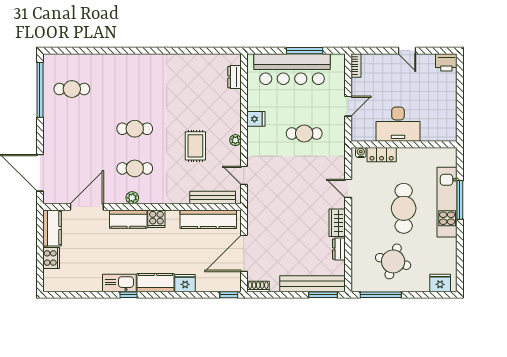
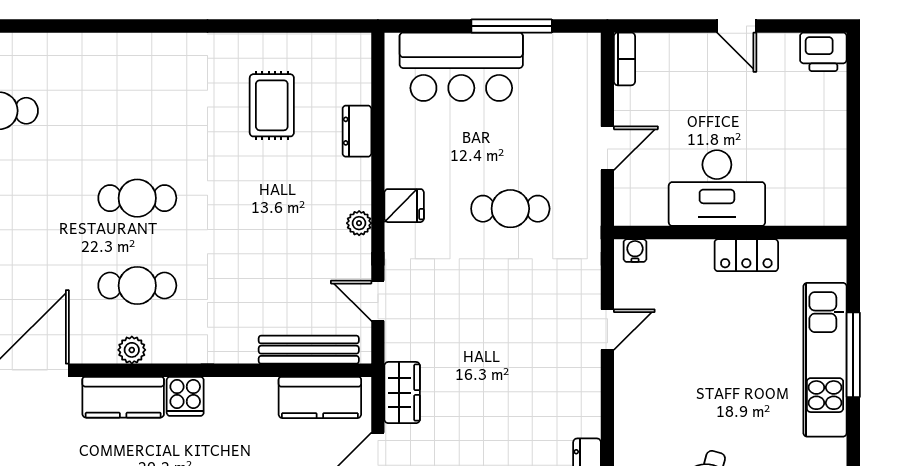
bar counter: (292, 69) -> (461, 67), width x0.73
dresser: (234, 77) -> (357, 131), moved
fridge: (256, 119) -> (404, 206), moved
rug: (195, 146) -> (272, 105), moved
locker: (382, 155) -> (746, 255), moved
door: (348, 188) -> (607, 330), swing flipped
cafe table: (404, 208) -> (729, 373), removed
kitchen counter: (208, 219) -> (320, 397), width x0.67
wardrobe: (337, 223) -> (402, 393), moved, turned 180

